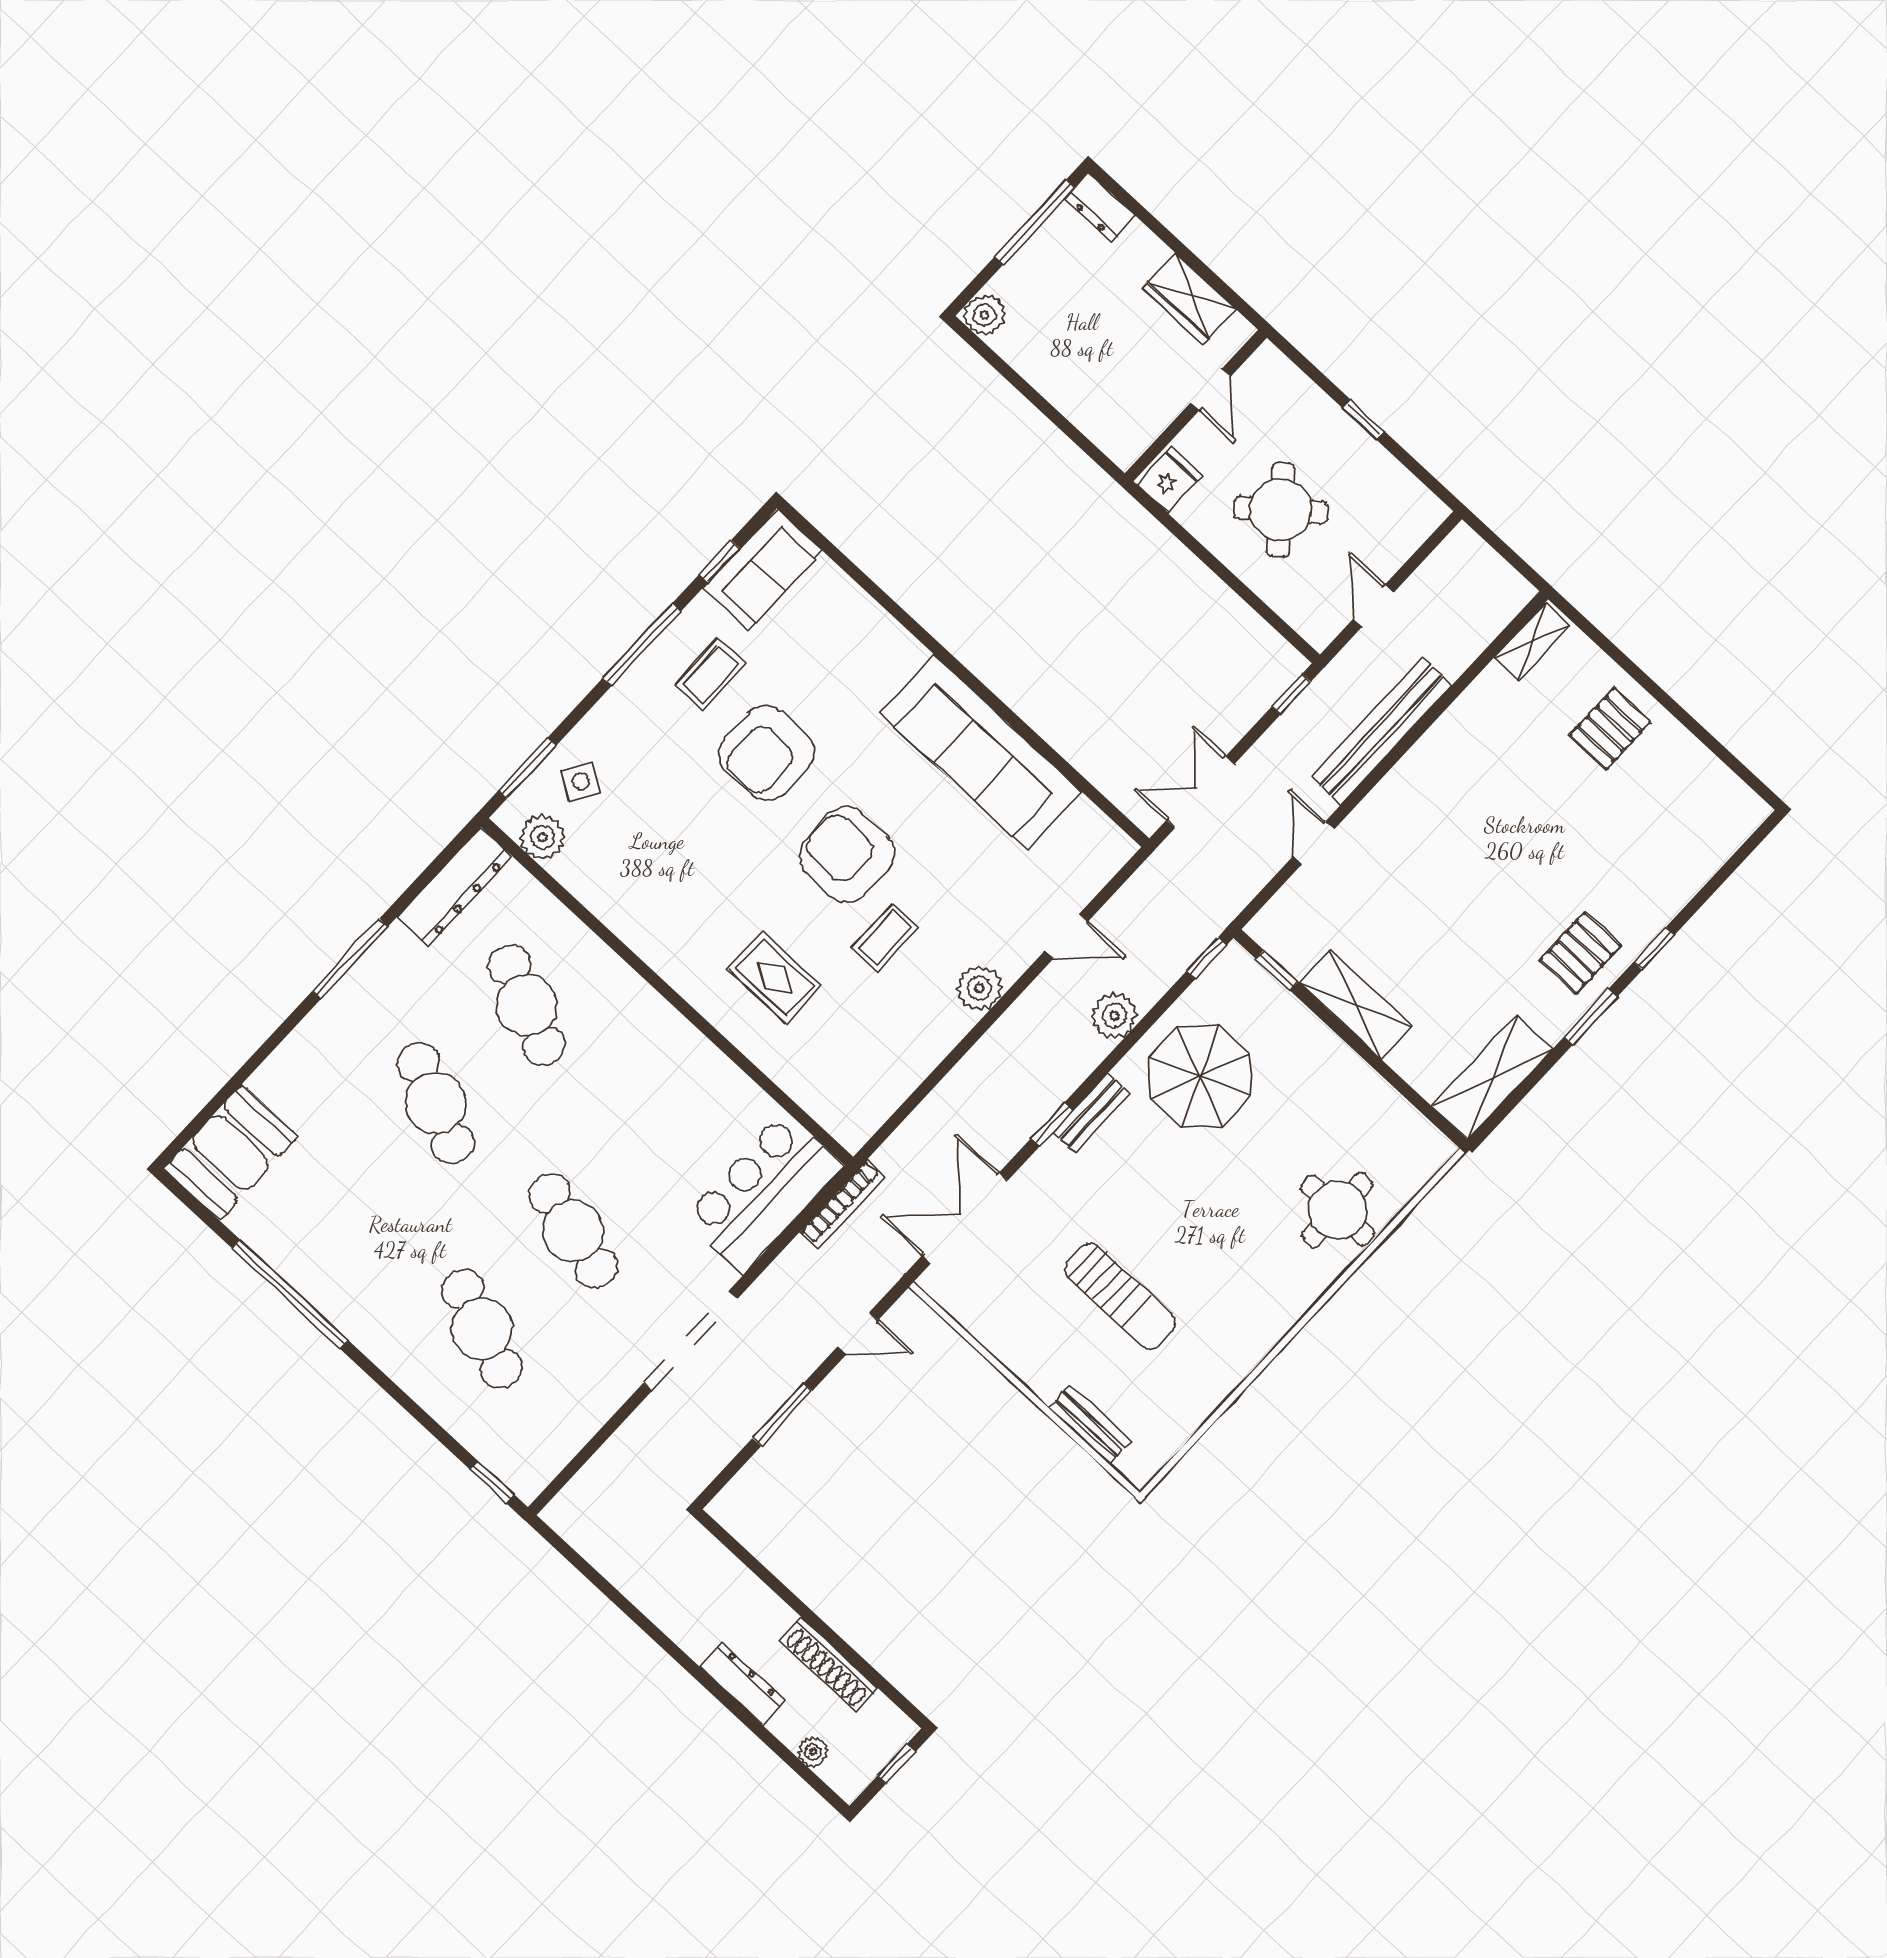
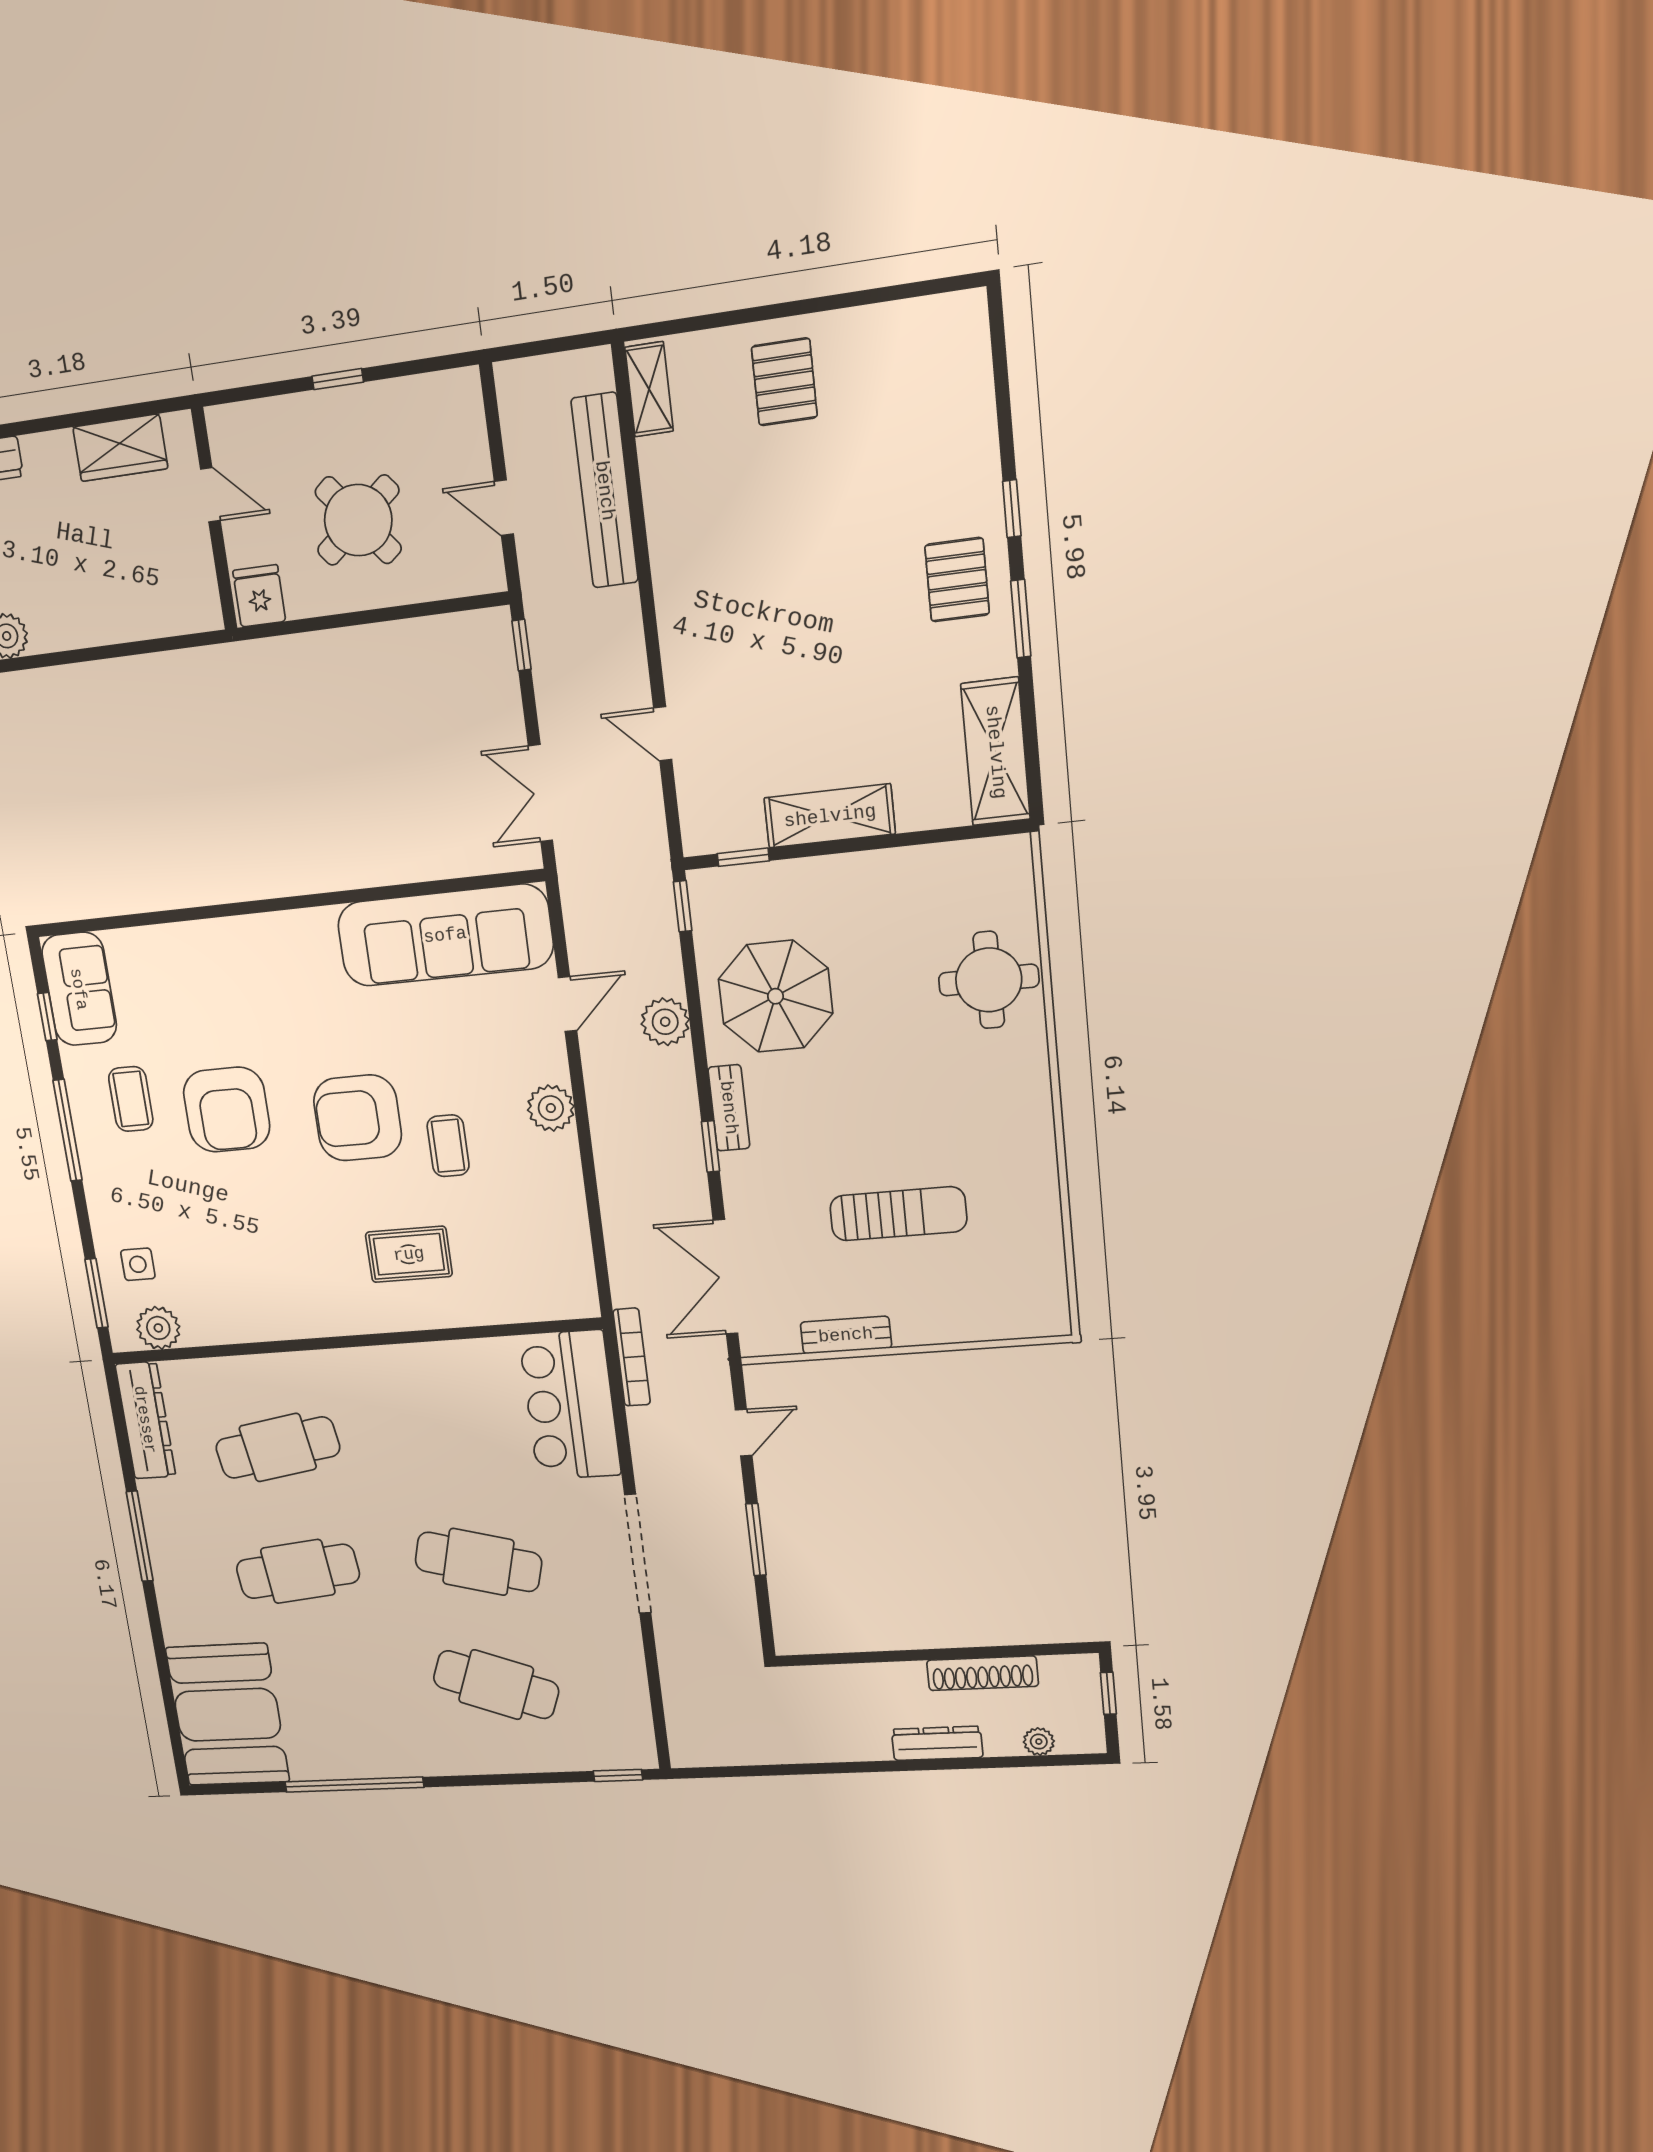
bench: (1382, 731) -> (605, 491), moved
sofa: (981, 752) -> (445, 935), moved
side table: (581, 781) -> (138, 1264), turned -32
cafe table: (527, 1005) -> (278, 1448), turned -33
cafe table: (436, 1103) -> (298, 1571), turned -30
booth: (231, 1153) -> (228, 1715), width x1.36, depth x1.42
bench: (1090, 1425) -> (846, 1335), moved

